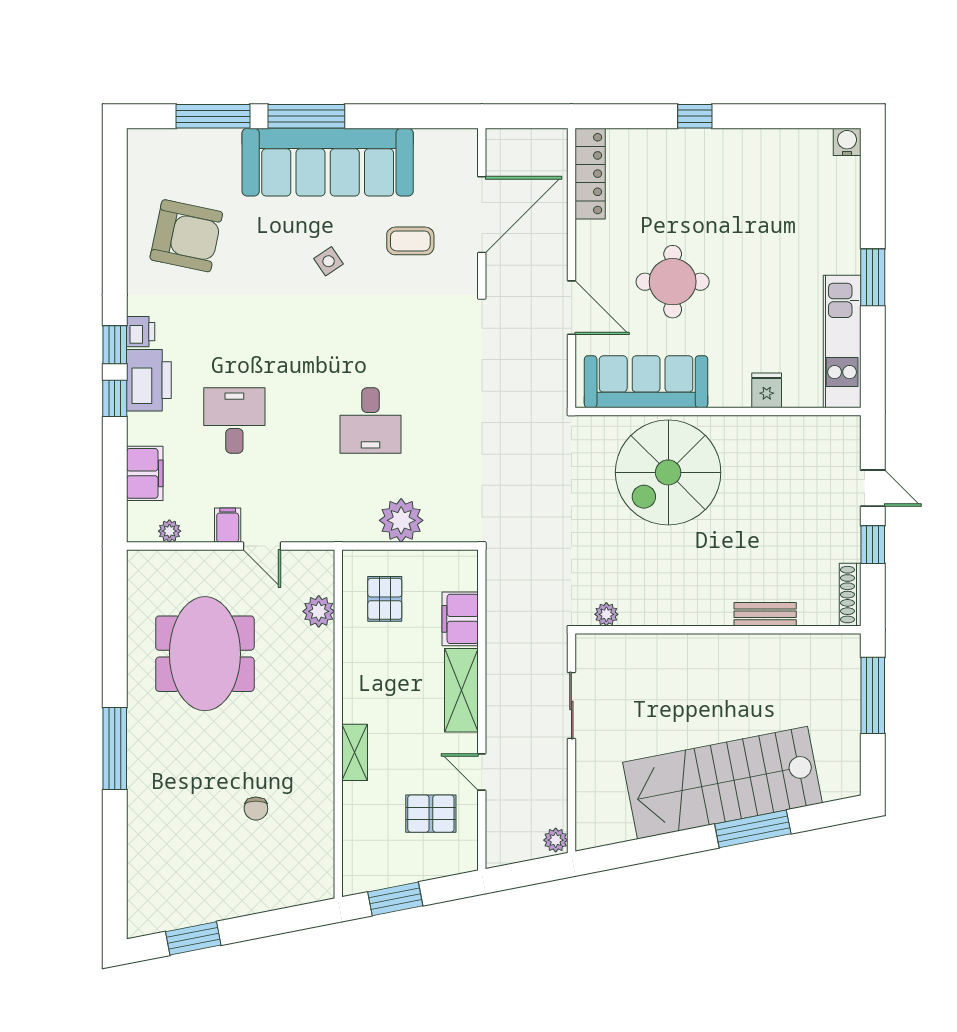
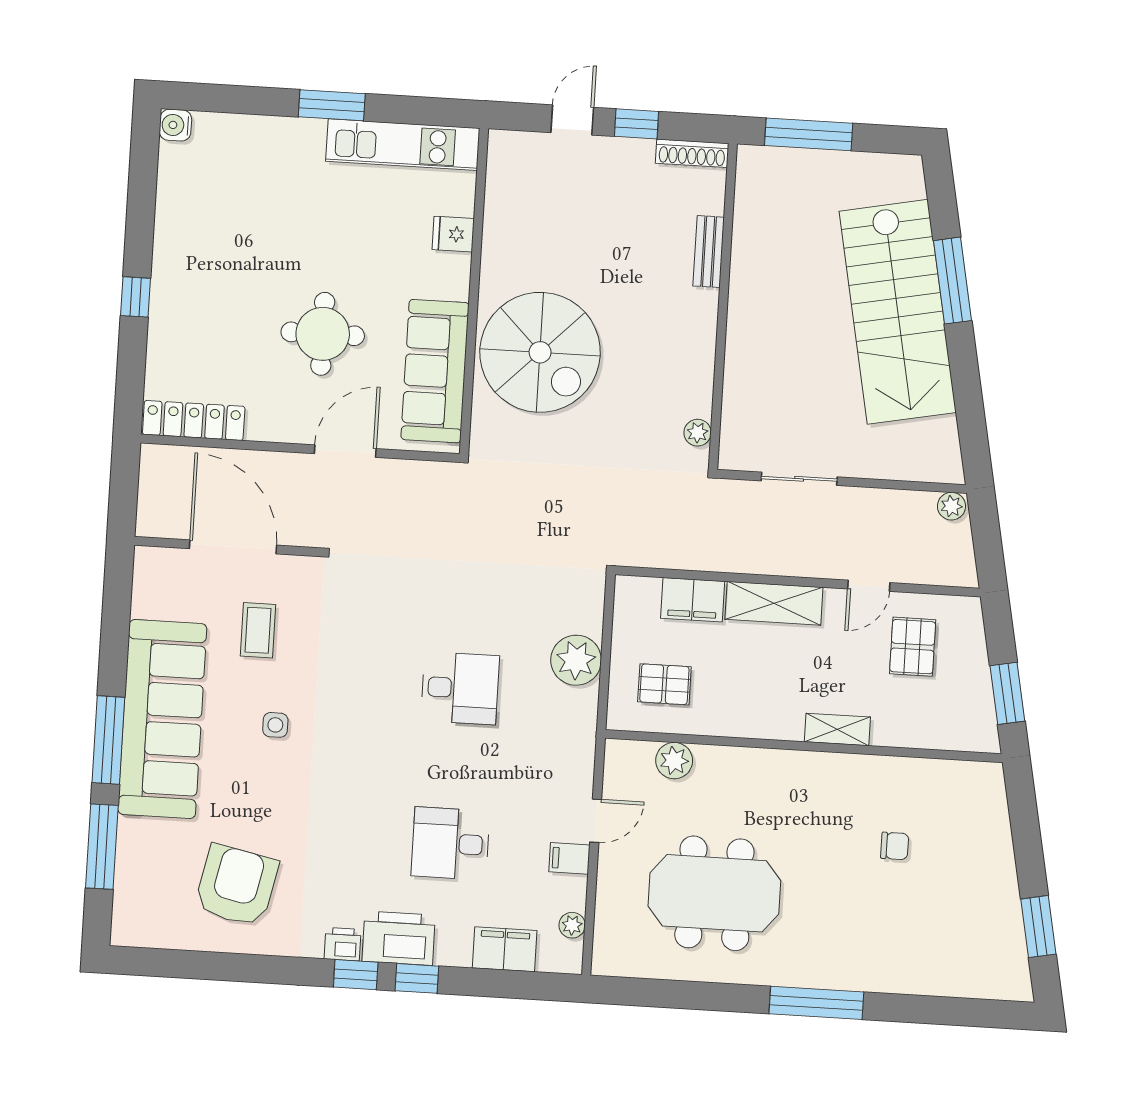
side table: (329, 261) -> (275, 725), turned 34

